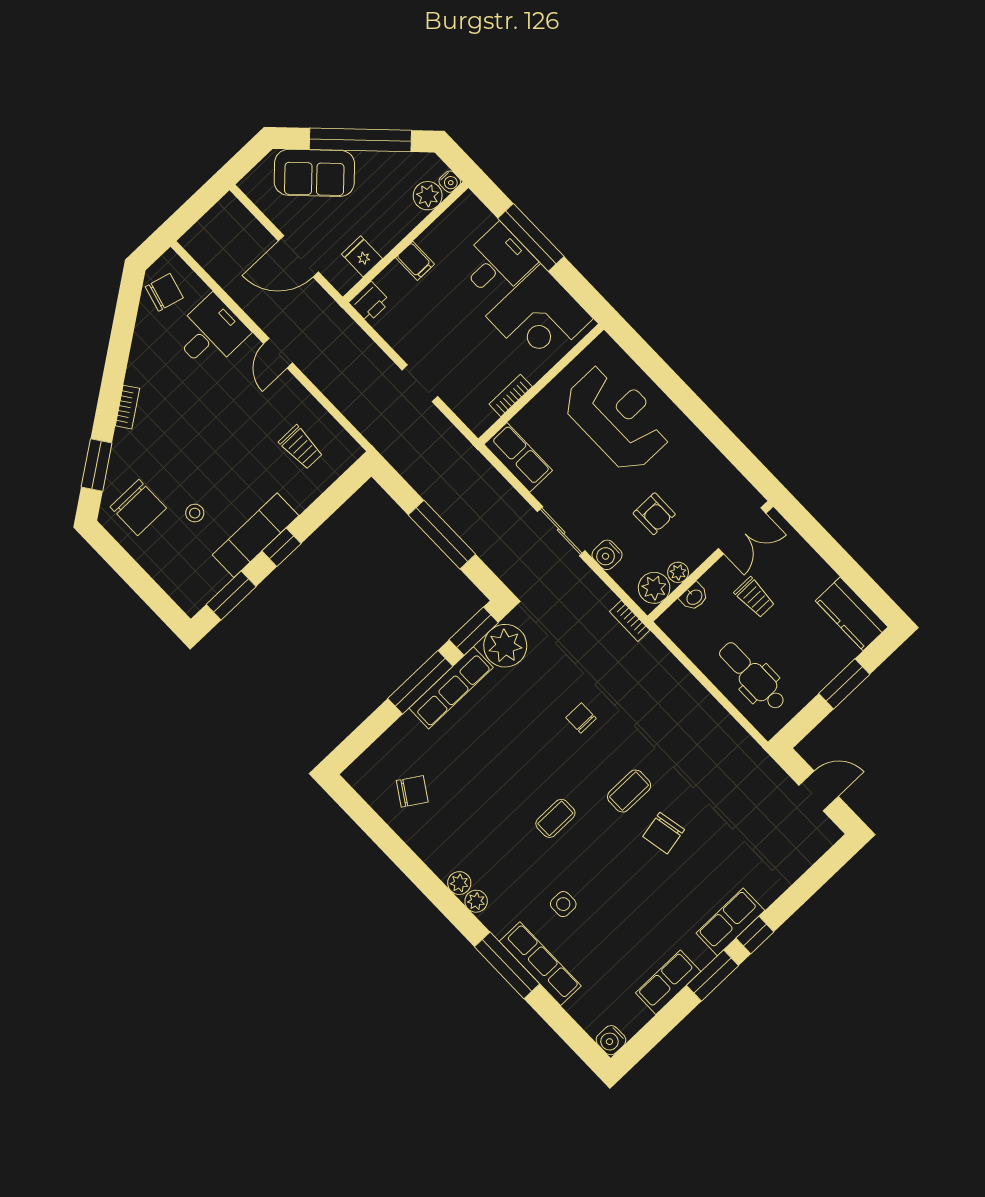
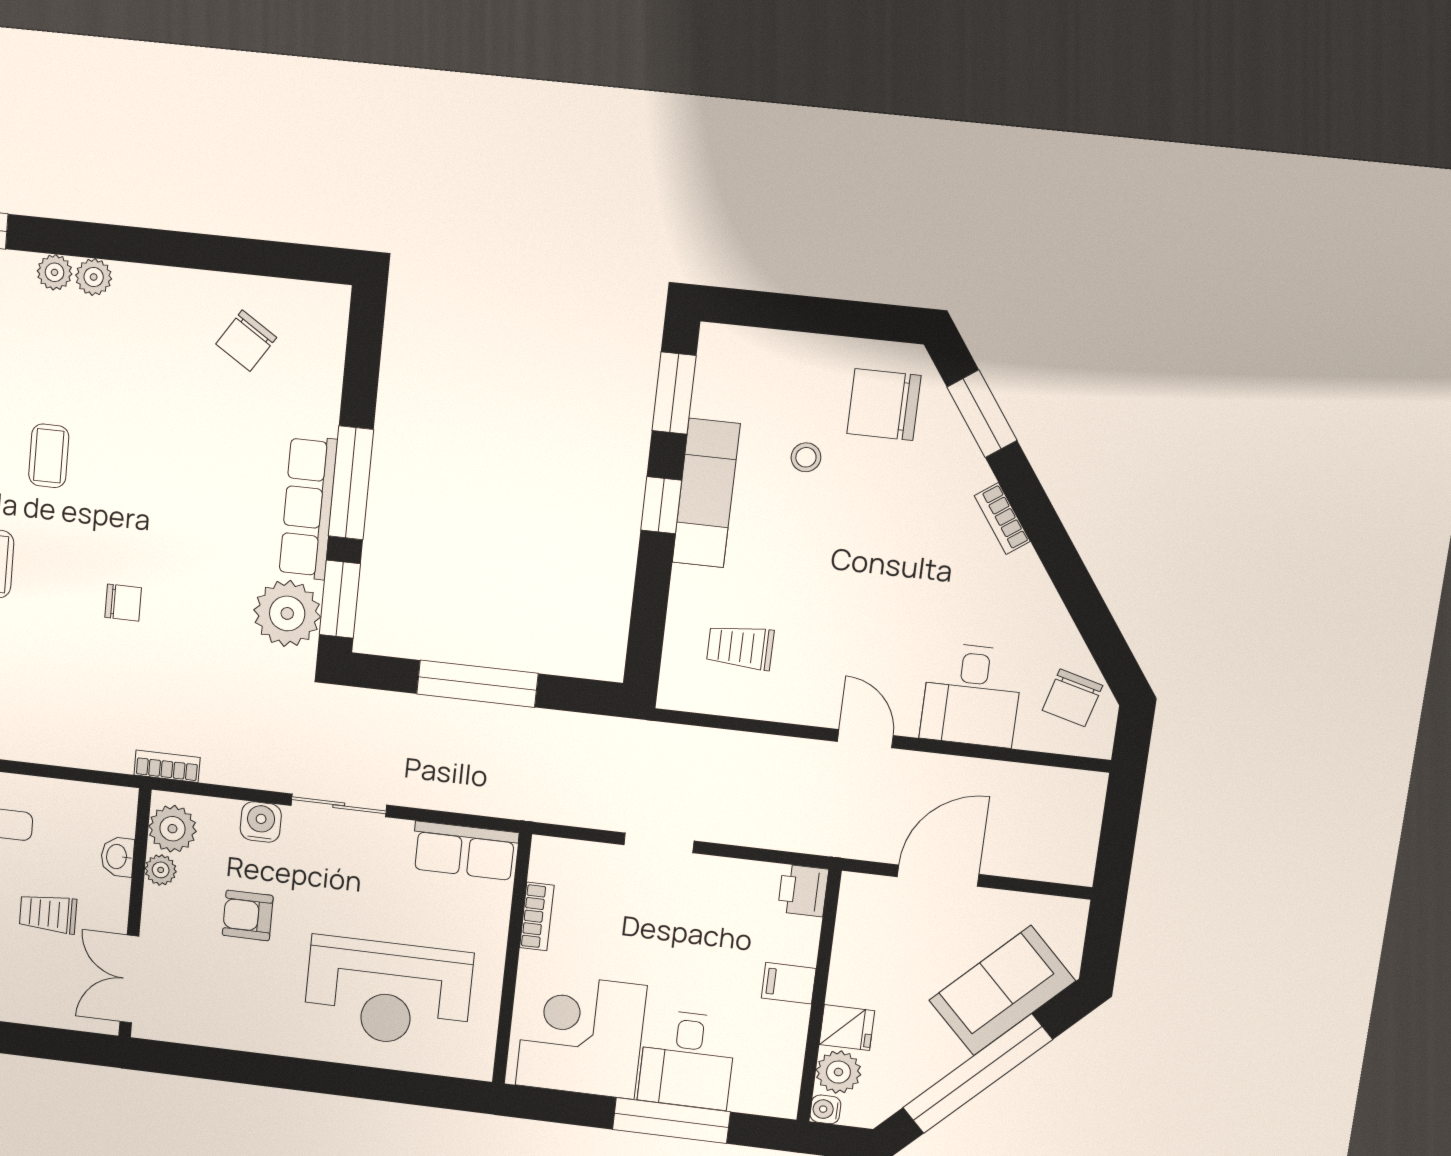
fridge: (362, 256) -> (847, 1028), moved

